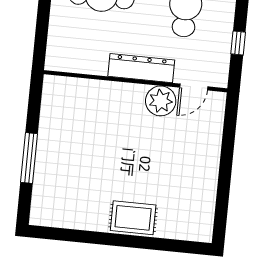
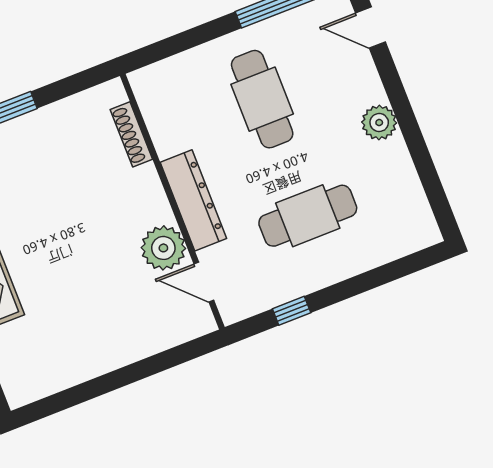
shoe rack: (82, 85) -> (131, 134), added

